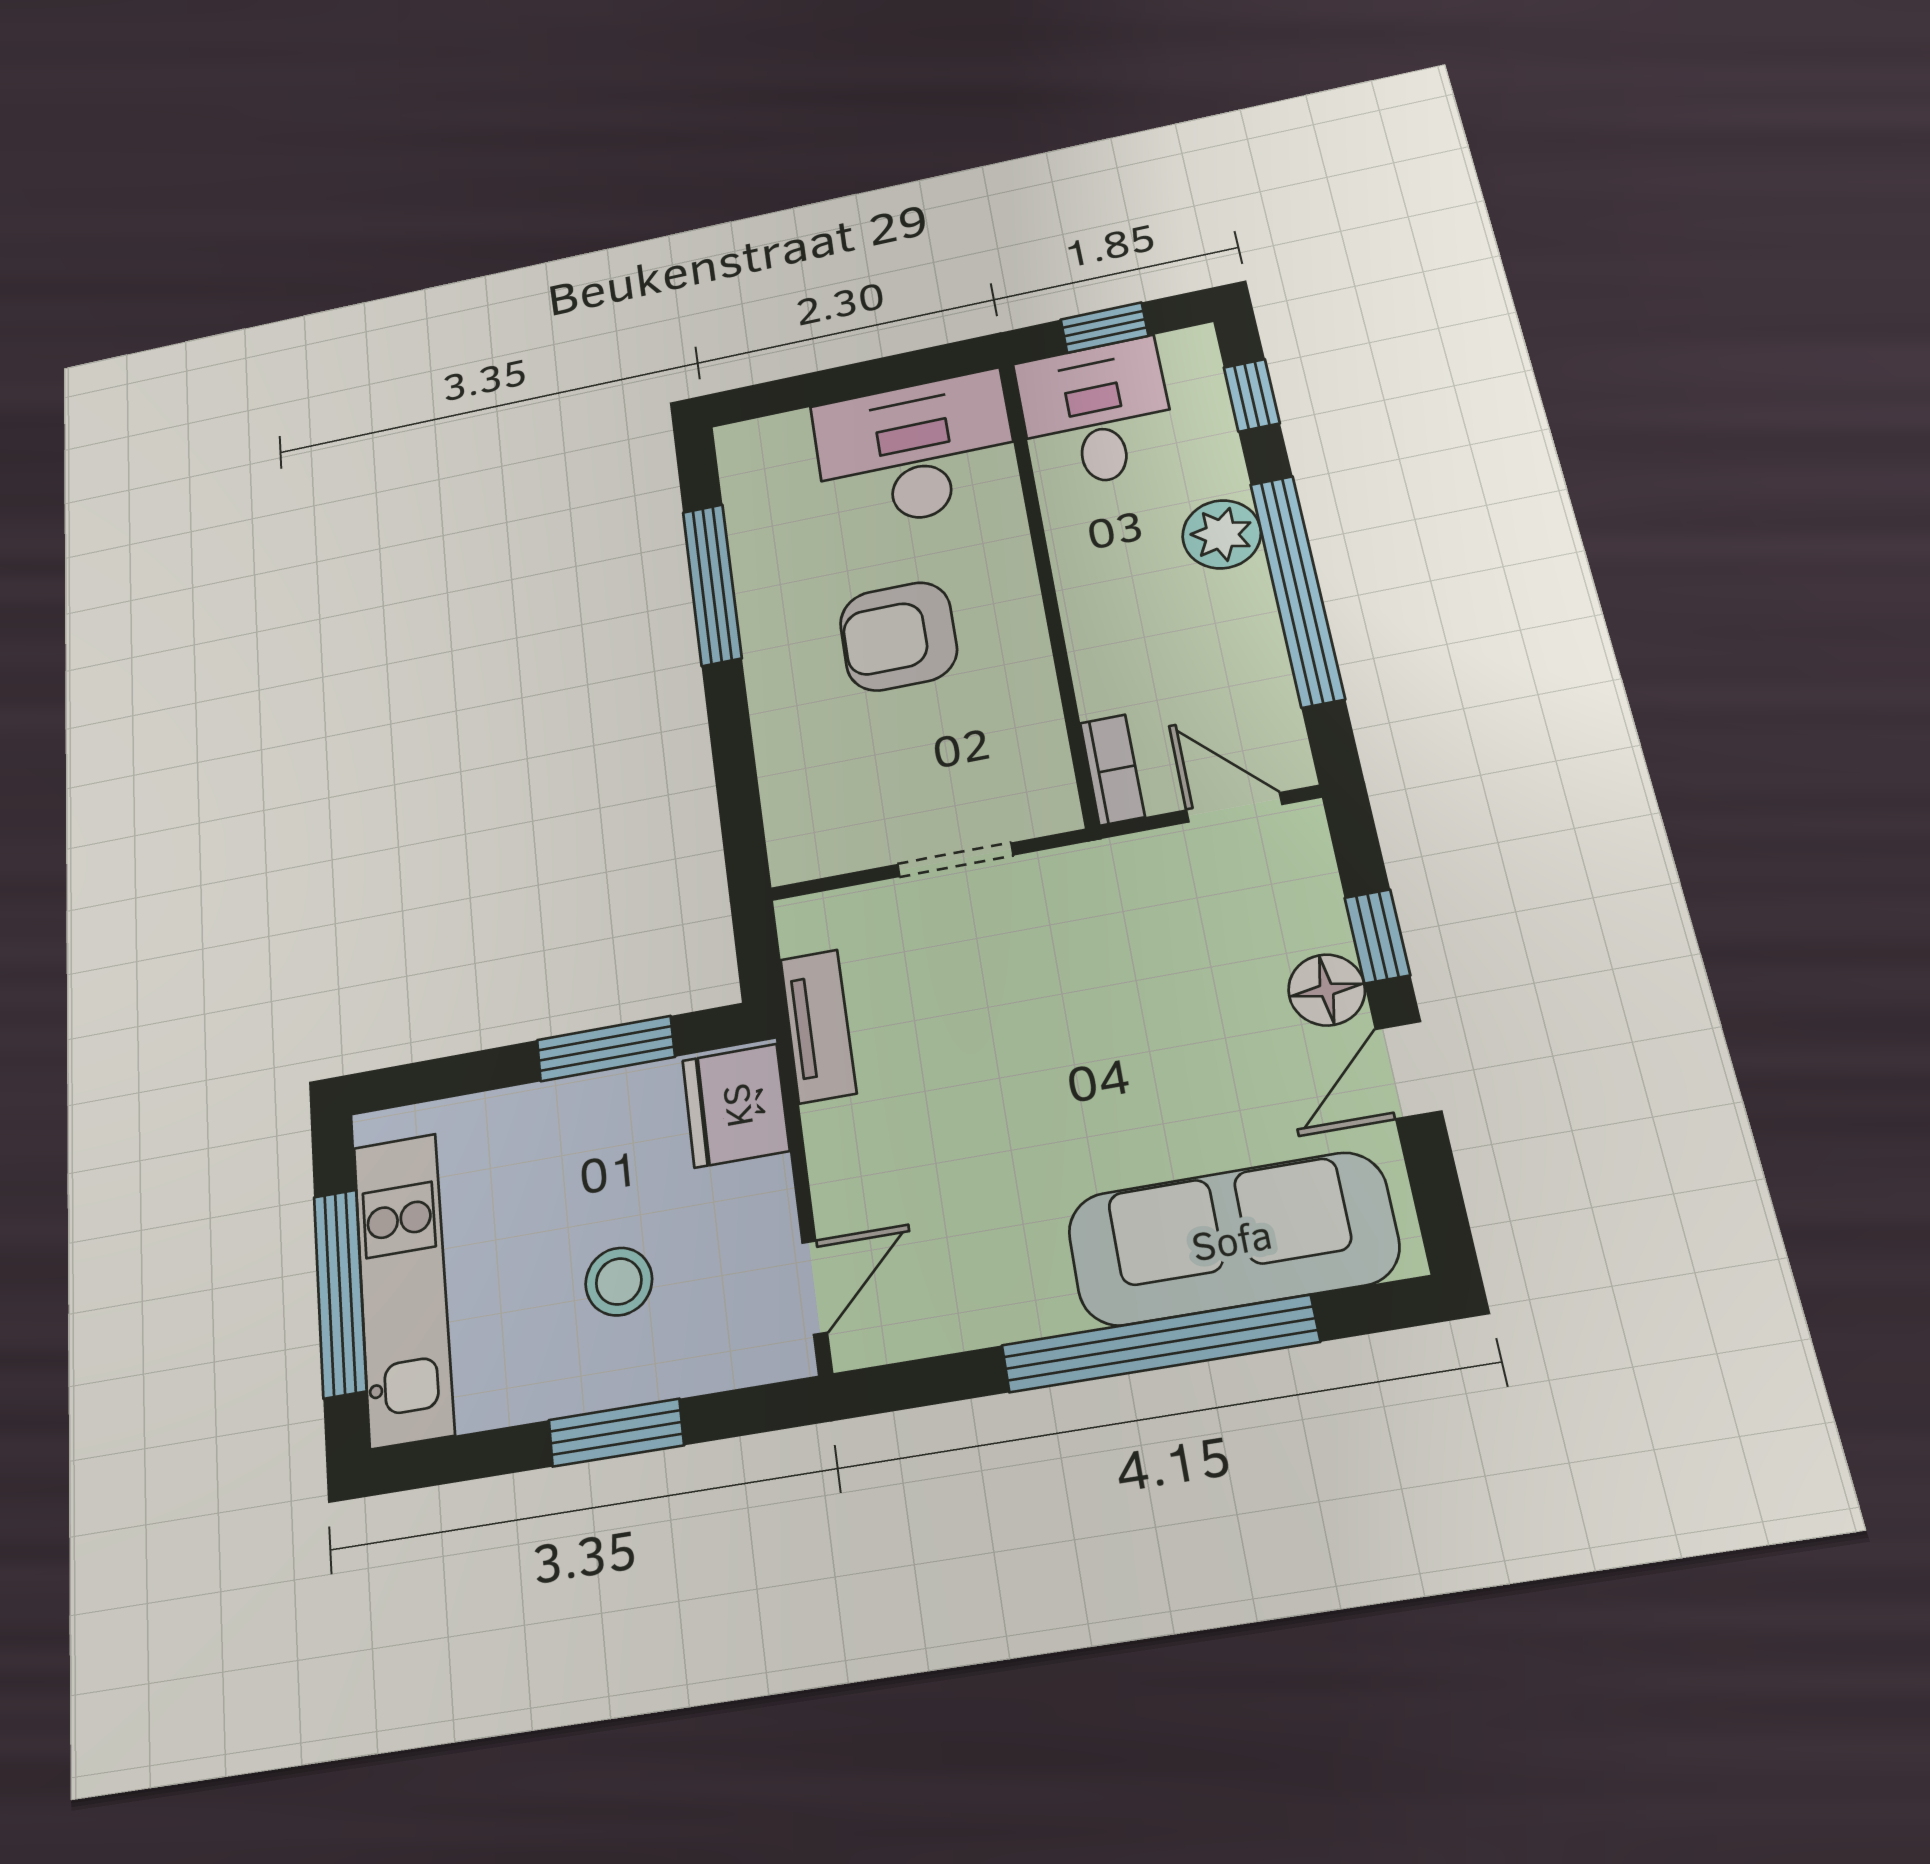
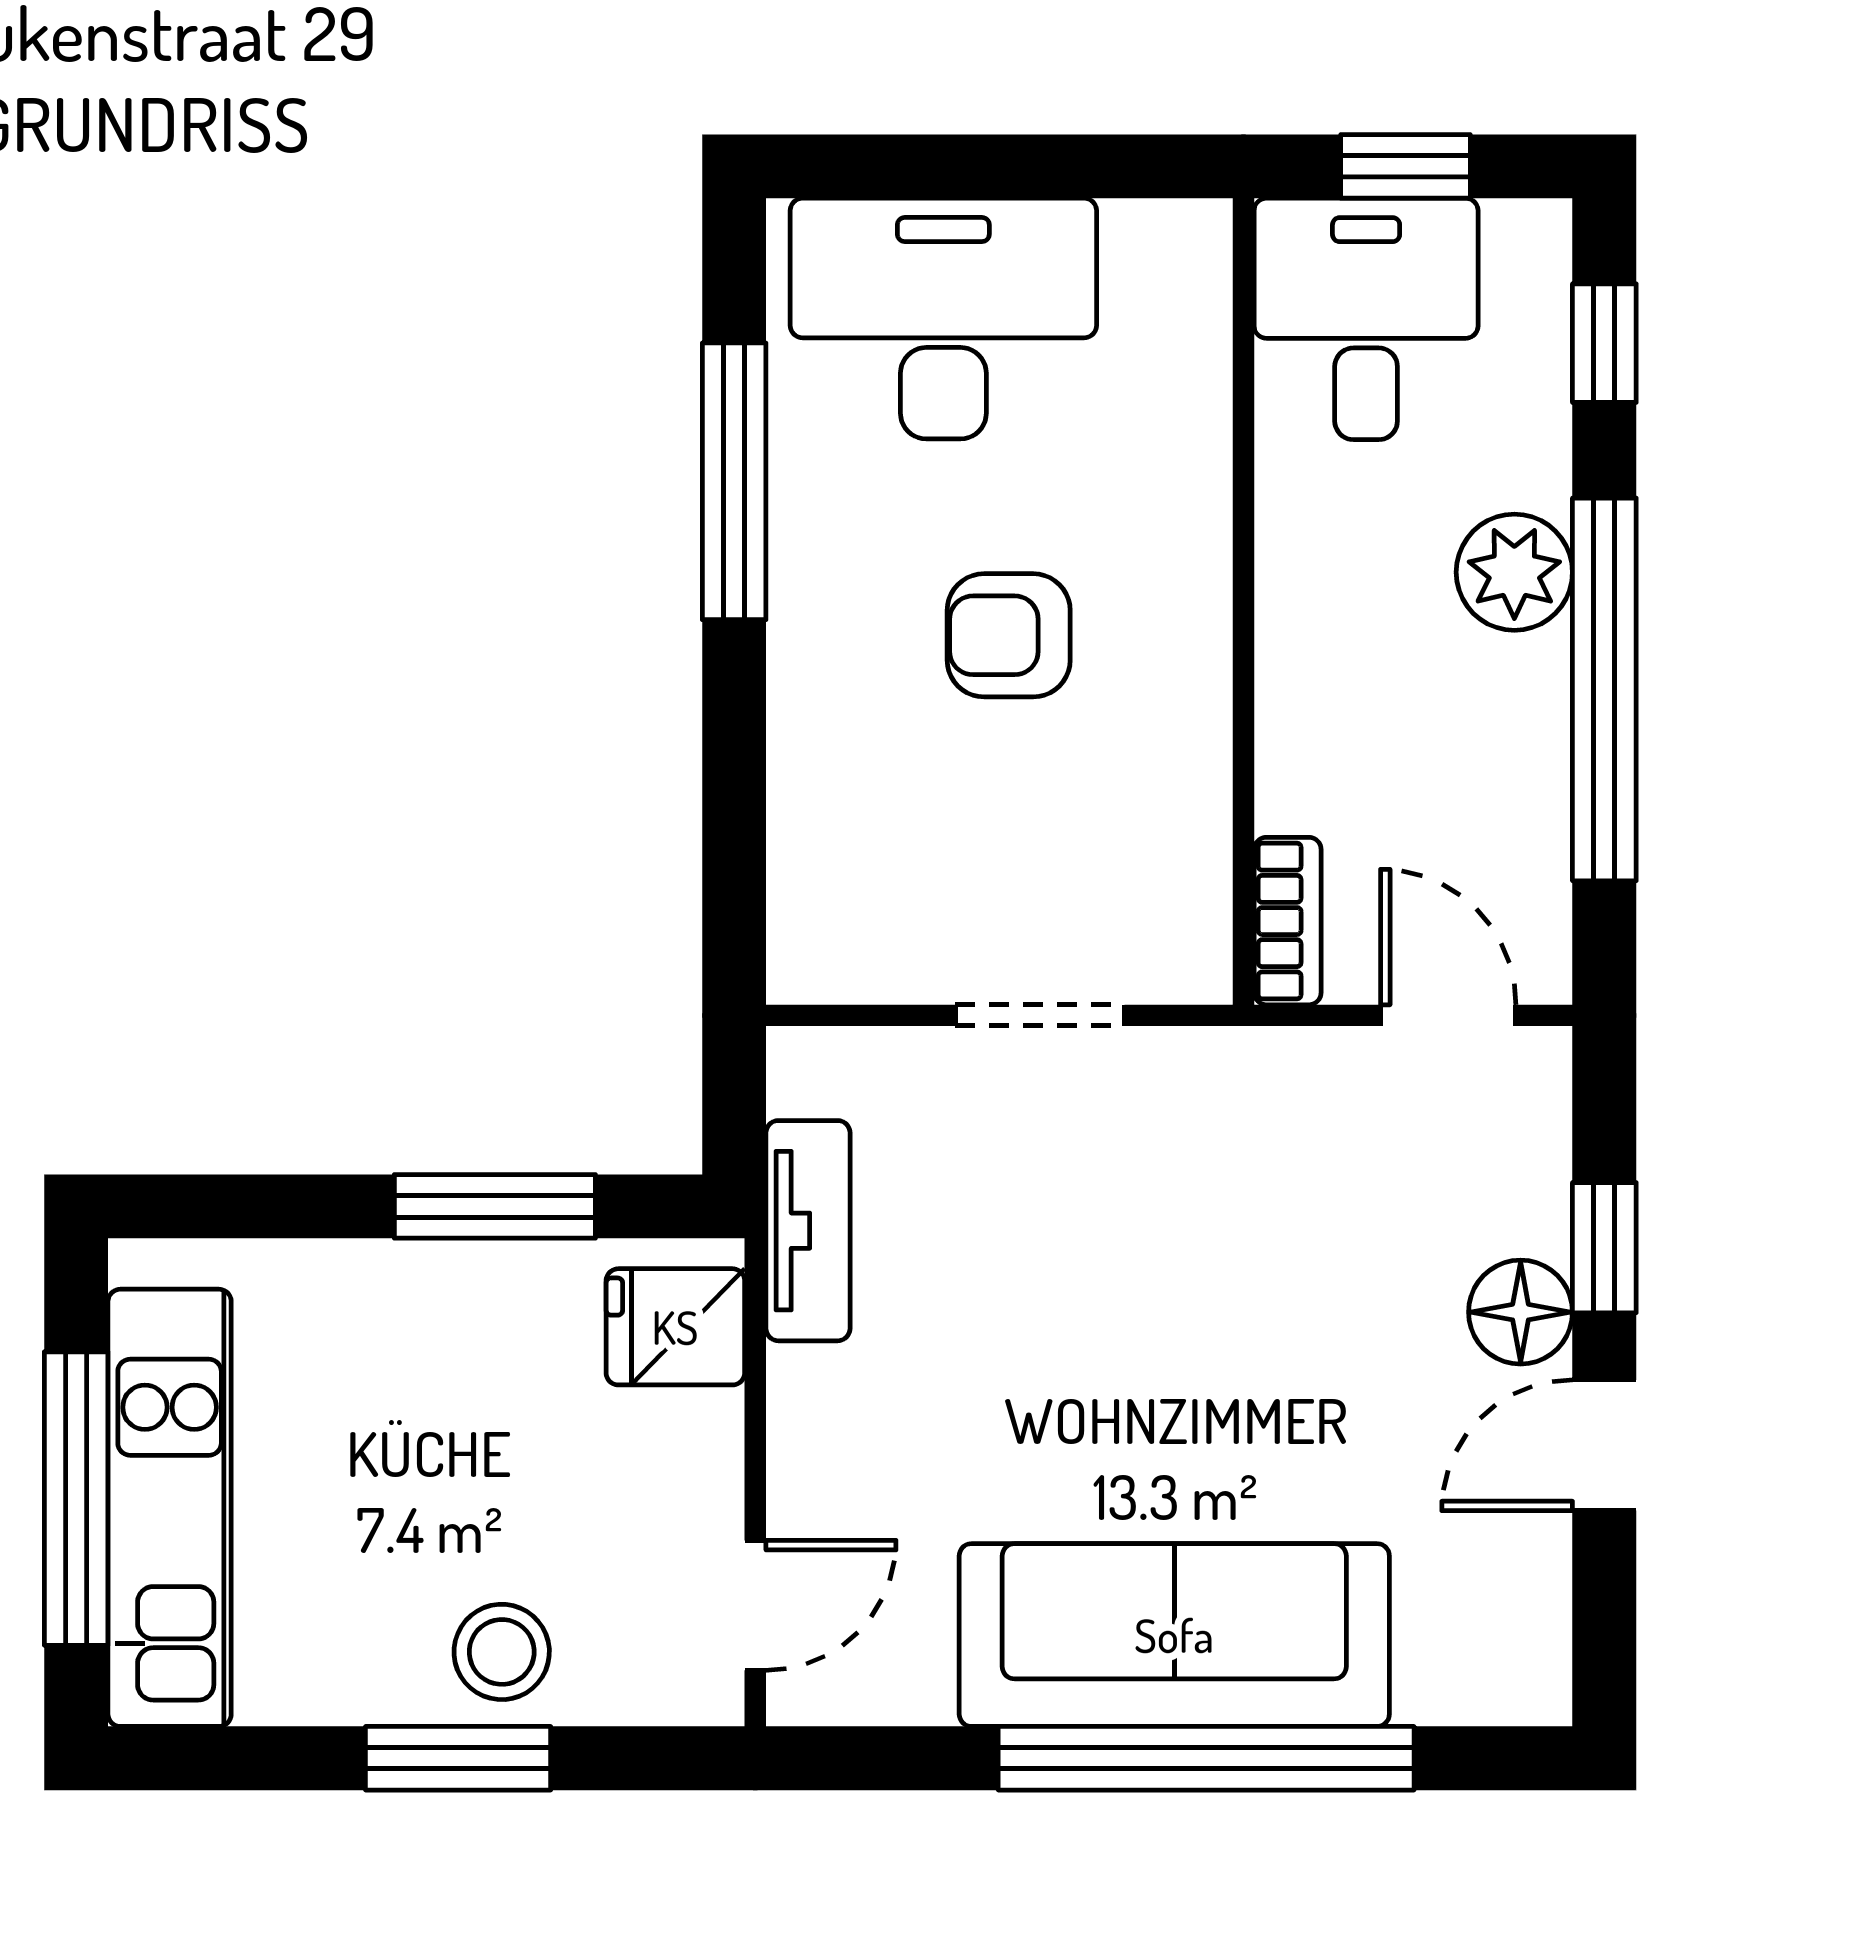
desk: (915, 451) -> (943, 319), moved
armchair: (898, 636) -> (1009, 635), width x0.72, depth x0.72
fridge: (736, 1106) -> (675, 1327), width x0.72
sofa: (1232, 1239) -> (1174, 1635), moved
stool: (619, 1282) -> (502, 1652), moved

